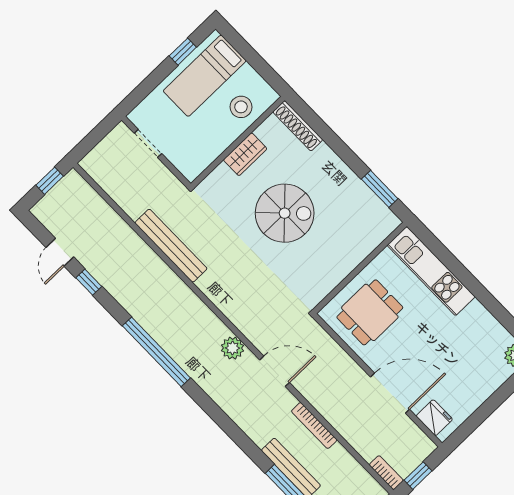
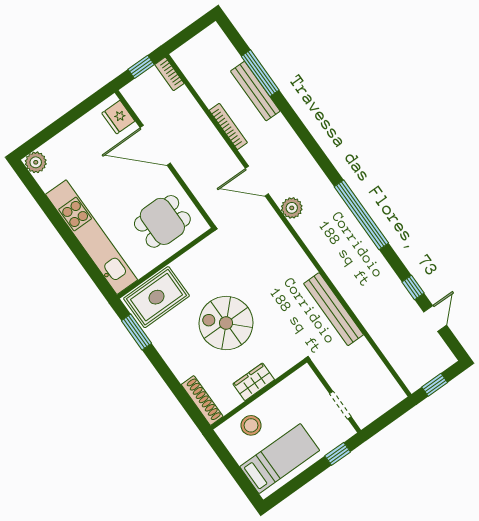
window: (183, 52) -> (338, 454), moved
rug: (364, 230) -> (156, 297), added
kitchen unit: (431, 271) -> (92, 237), width x1.36

